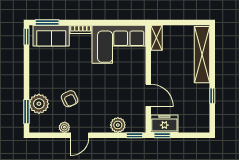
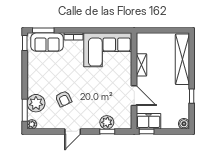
shelving: (156, 38) -> (141, 65), moved
plant: (64, 127) -> (32, 124), moved
boiler: (204, 127) -> (184, 124), added
window: (134, 135) -> (107, 131), moved

